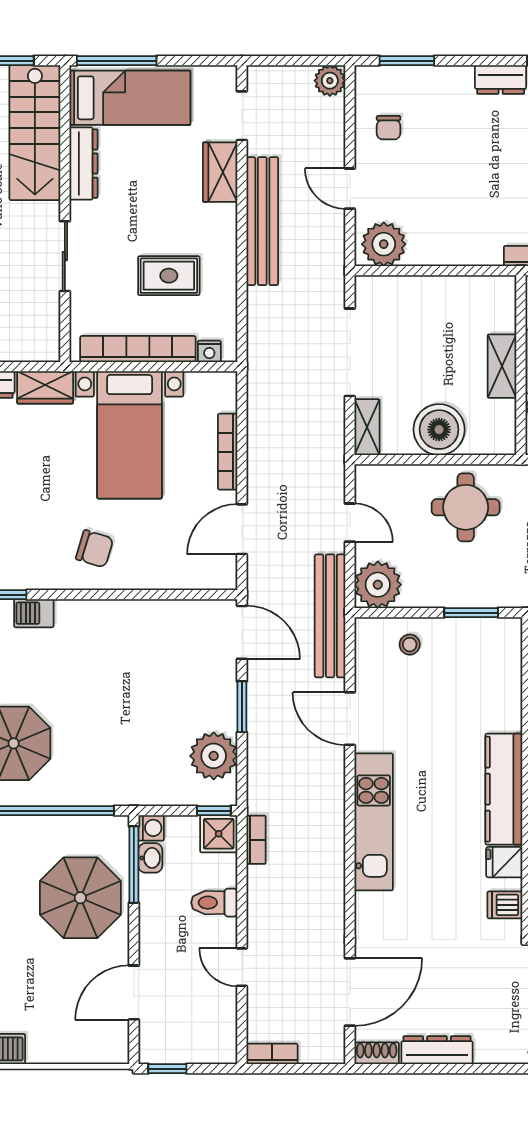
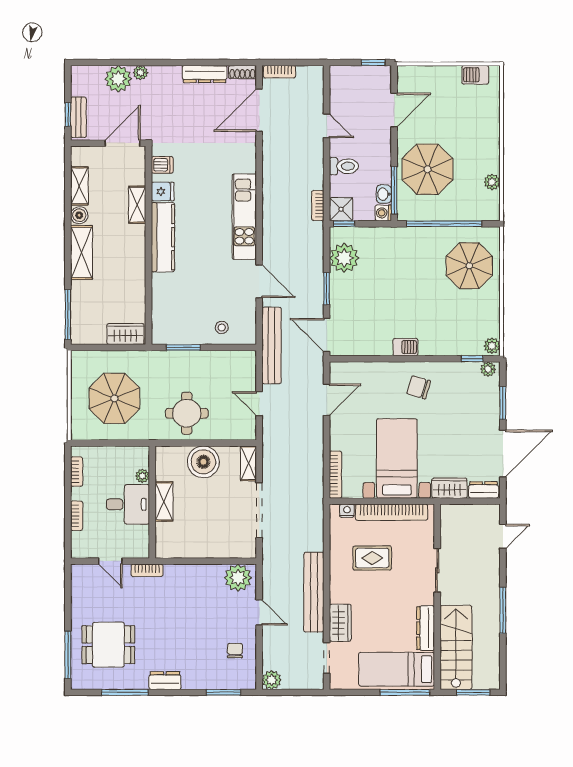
bookcase: (228, 452) -> (335, 475), moved
plant: (378, 585) -> (242, 365), removed
barbecue: (34, 613) -> (405, 347), moved
bookcase: (272, 1054) -> (280, 72), moved

